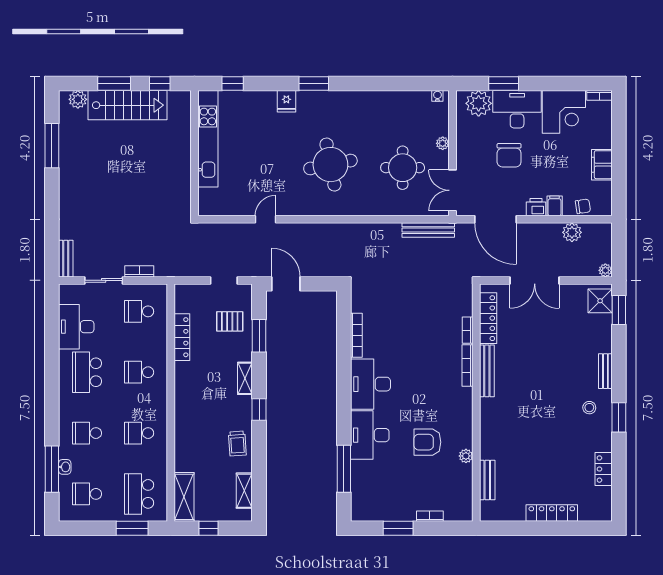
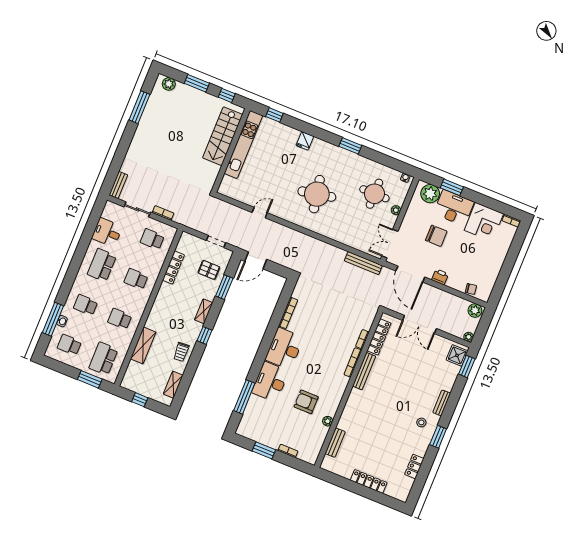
window: (314, 84) -> (350, 146), moved
stairs: (128, 105) -> (223, 136), moved, turned 90
chair: (509, 155) -> (436, 236), turned -90
filing cabinet: (602, 165) -> (494, 267), removed
round table: (403, 168) -> (374, 194), moved
filing cabinet: (555, 206) -> (452, 281), removed
plant: (572, 232) -> (475, 310), moved
door: (286, 284) -> (256, 260), swing flipped
desk: (76, 327) -> (107, 232), width x0.73
shelving: (184, 497) -> (143, 345), moved

